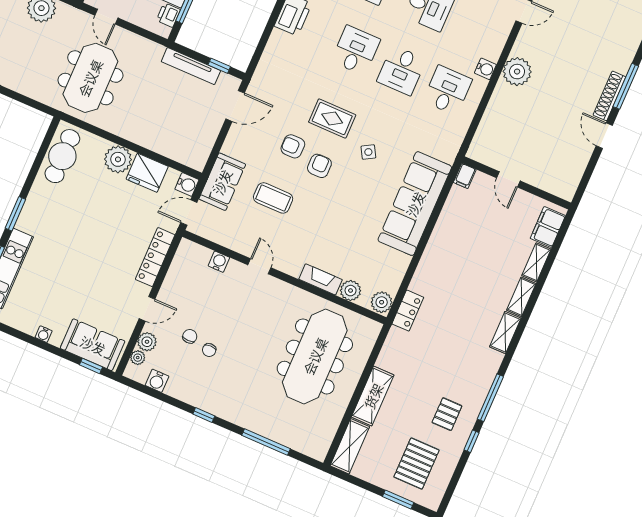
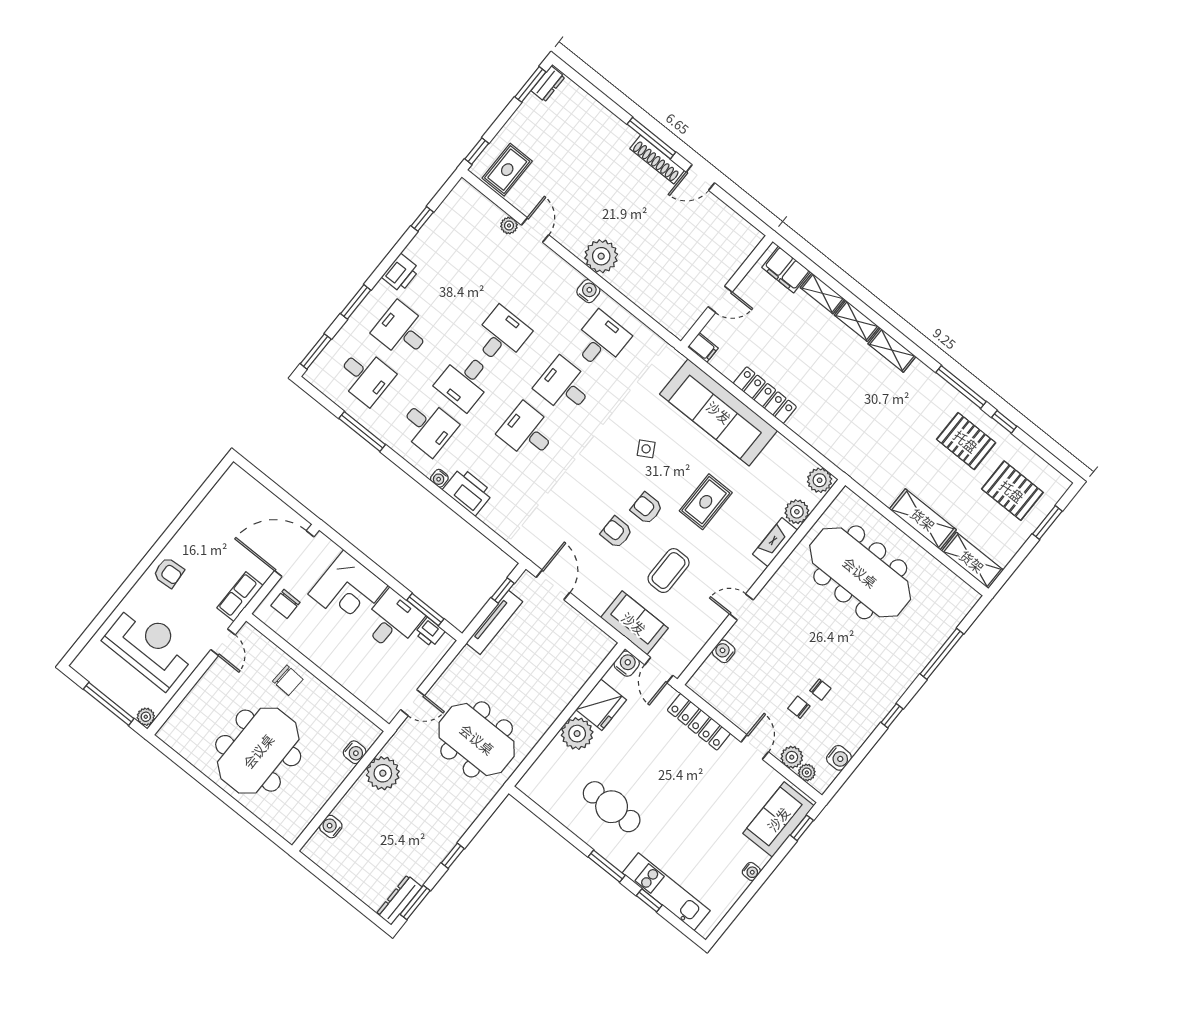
desk: (402, 70) -> (564, 386), turned 180
desk: (448, 90) -> (601, 340), turned 90
rug: (332, 119) -> (706, 502), moved
armchair: (293, 146) -> (616, 532), turned 90
cafe table: (62, 156) -> (612, 807), moved
locker: (408, 311) -> (765, 395), moved, width x1.53
pallet: (447, 414) -> (966, 441), width x1.50, depth x1.42

